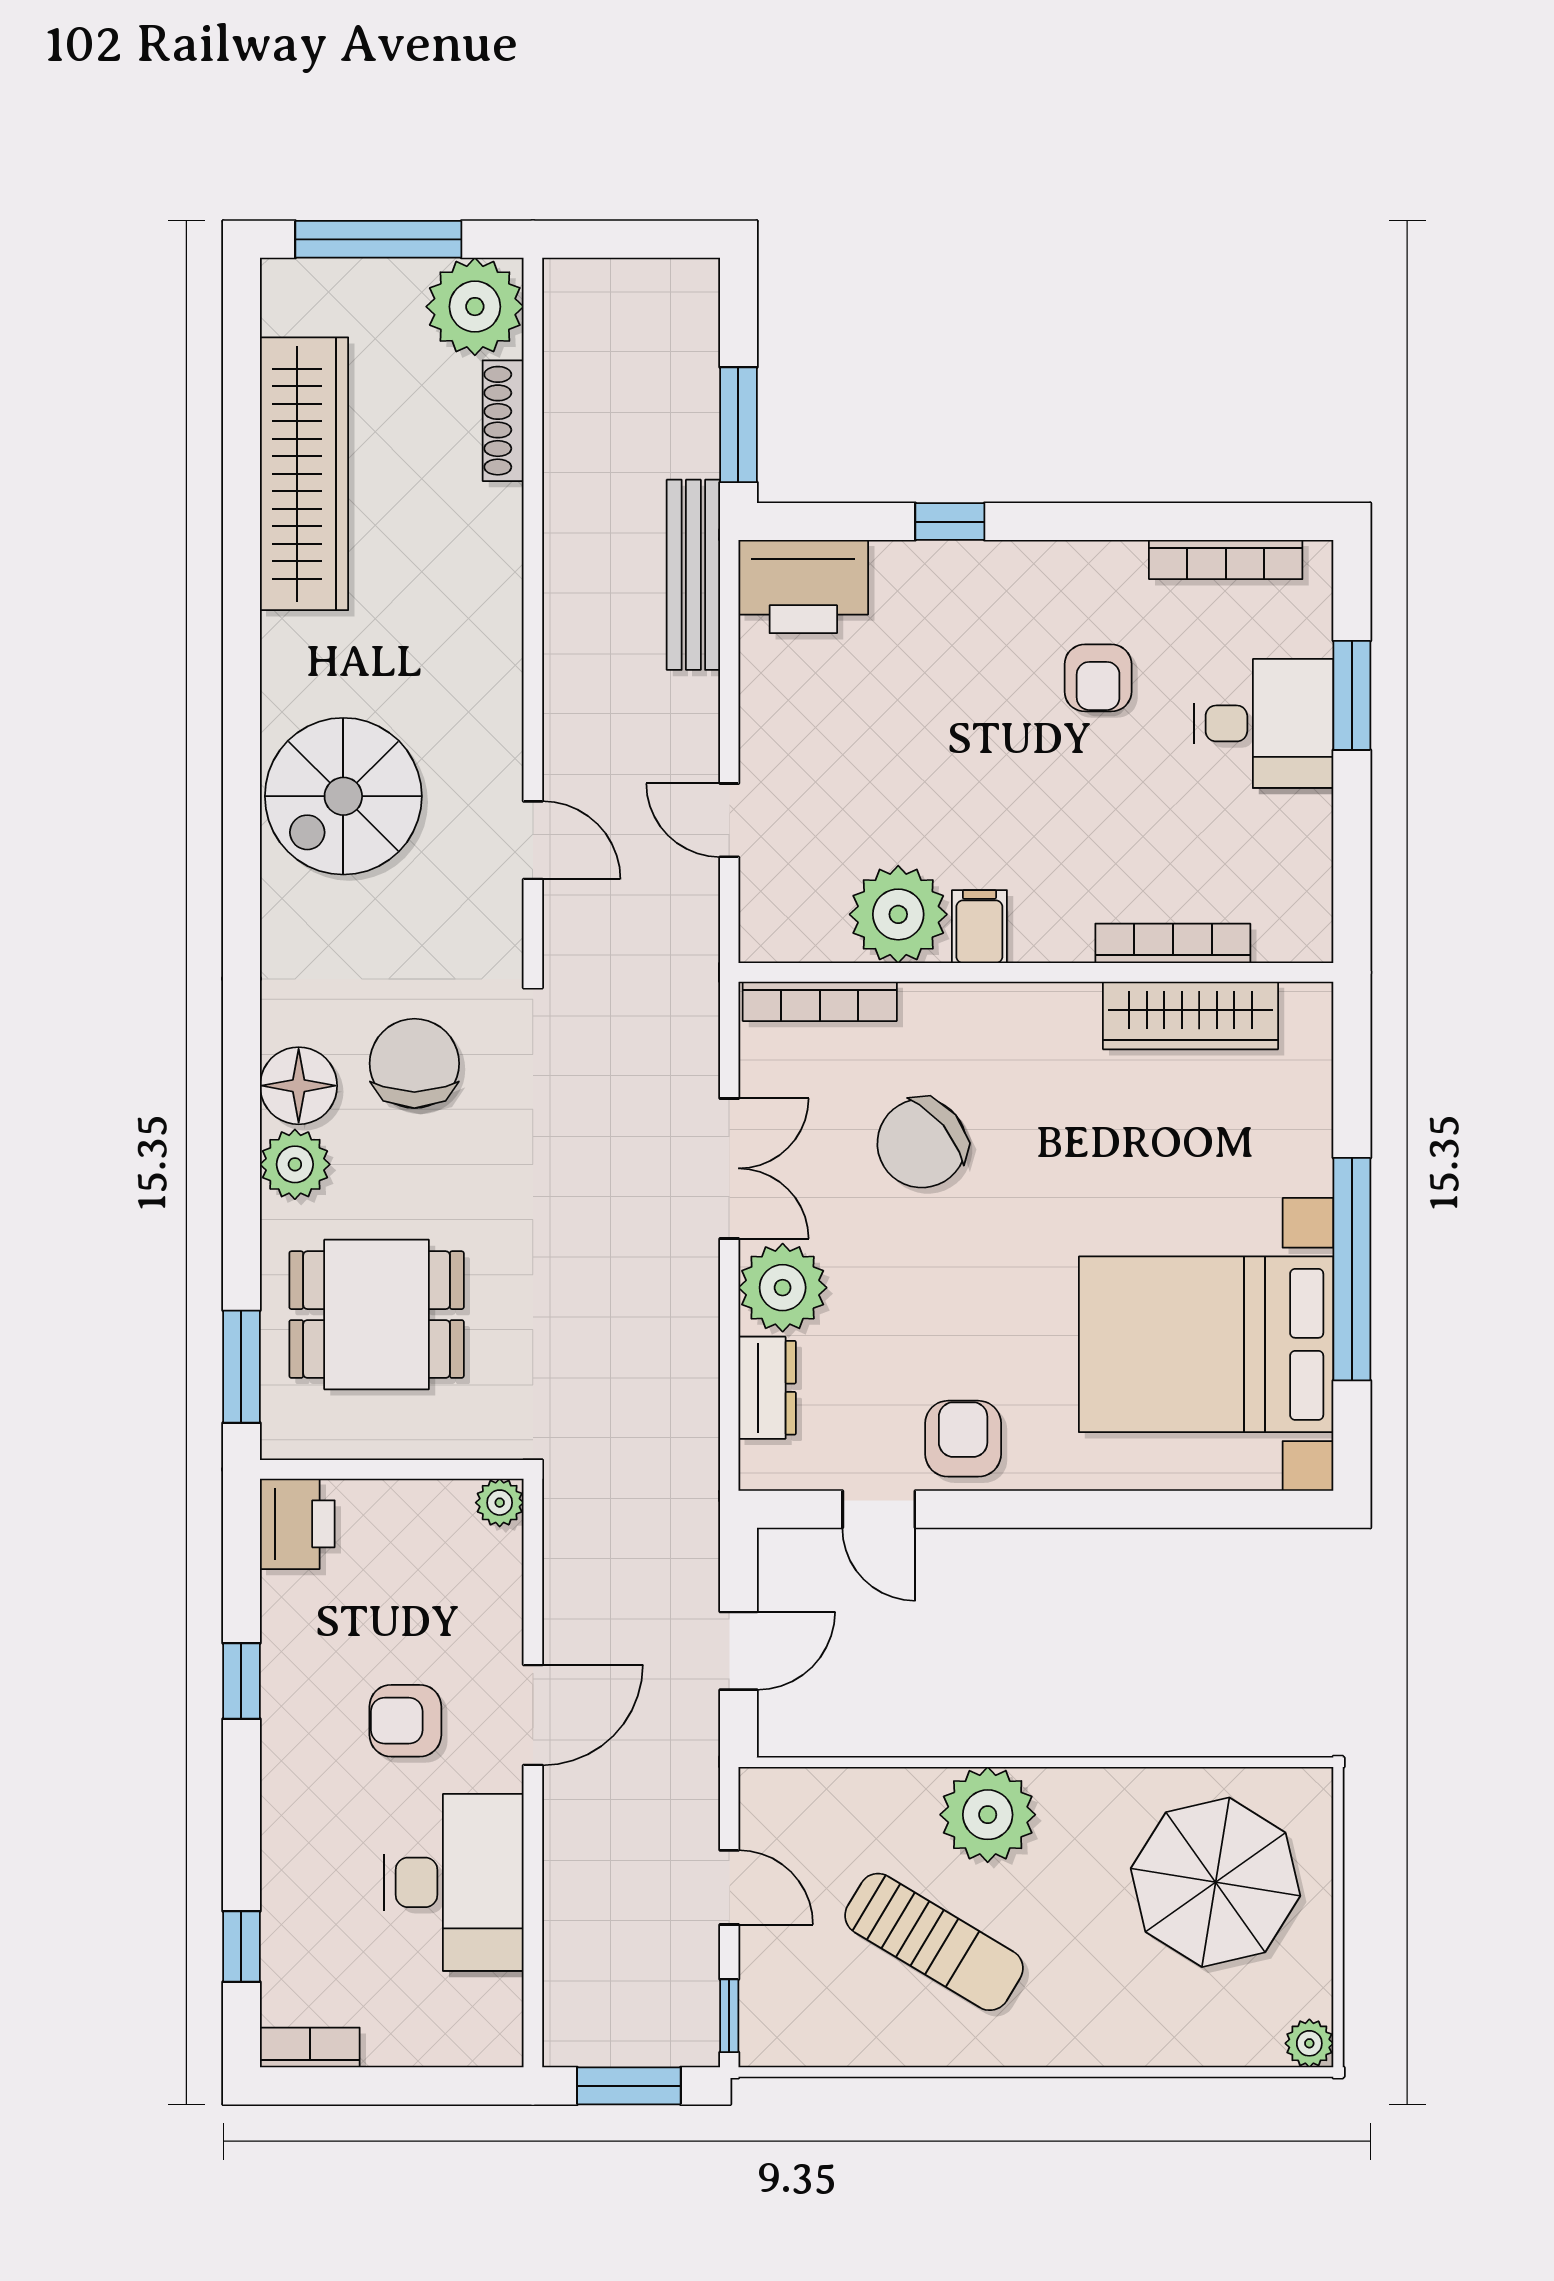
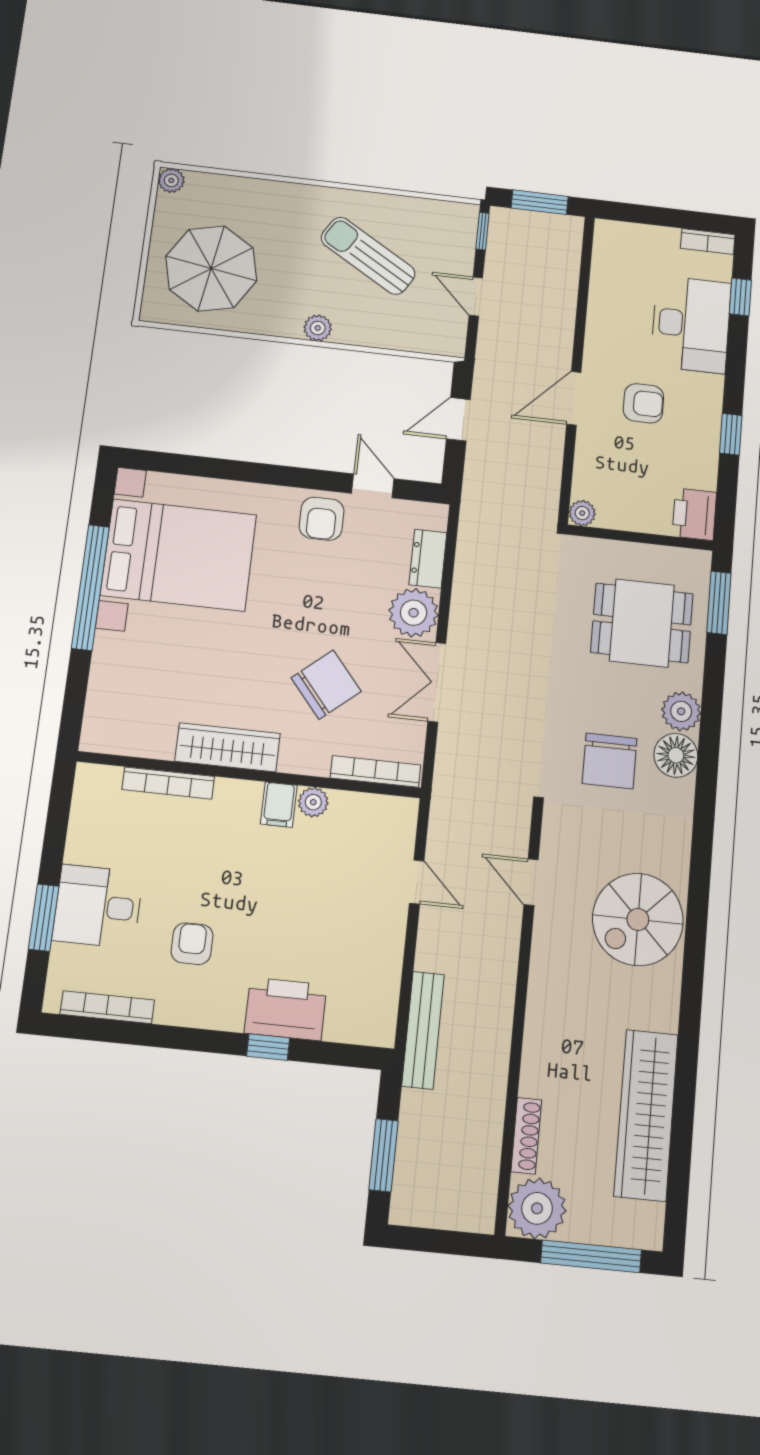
window: (738, 425) -> (384, 1155), moved
printer: (803, 587) -> (286, 1009), moved
spiral stairs: (343, 796) -> (638, 919), turned 180
plant: (898, 914) -> (313, 802), width x0.53, depth x0.53
wardrobe: (1190, 1015) -> (228, 747), moved
plant: (988, 1815) -> (318, 328), width x0.53, depth x0.53
desk: (454, 1882) -> (691, 324), moved, turned 180

